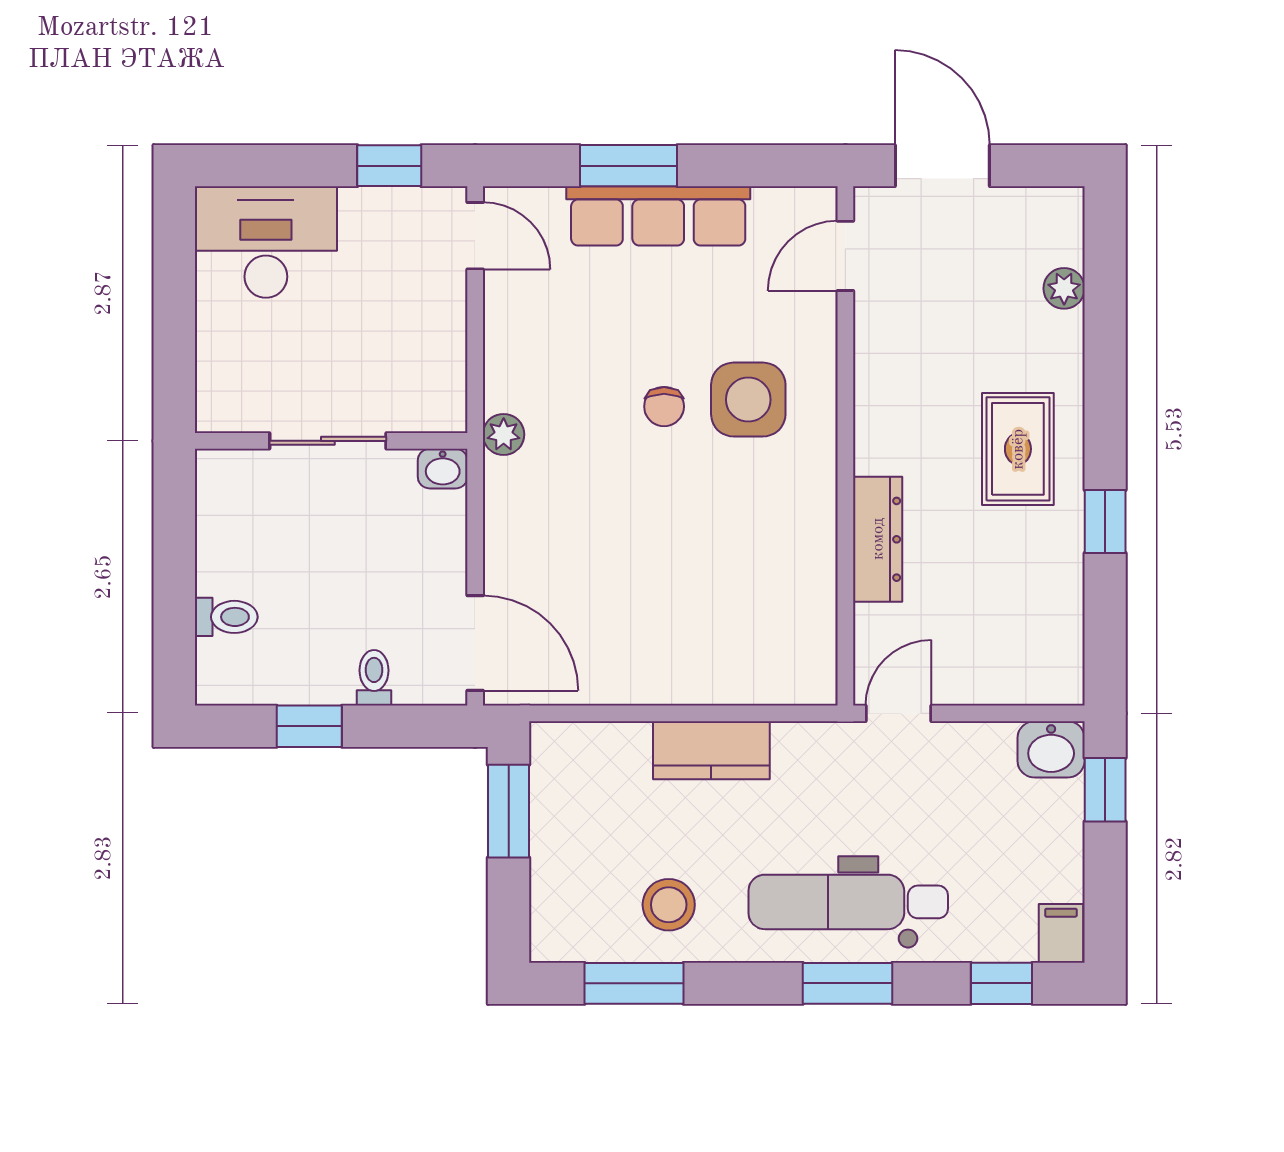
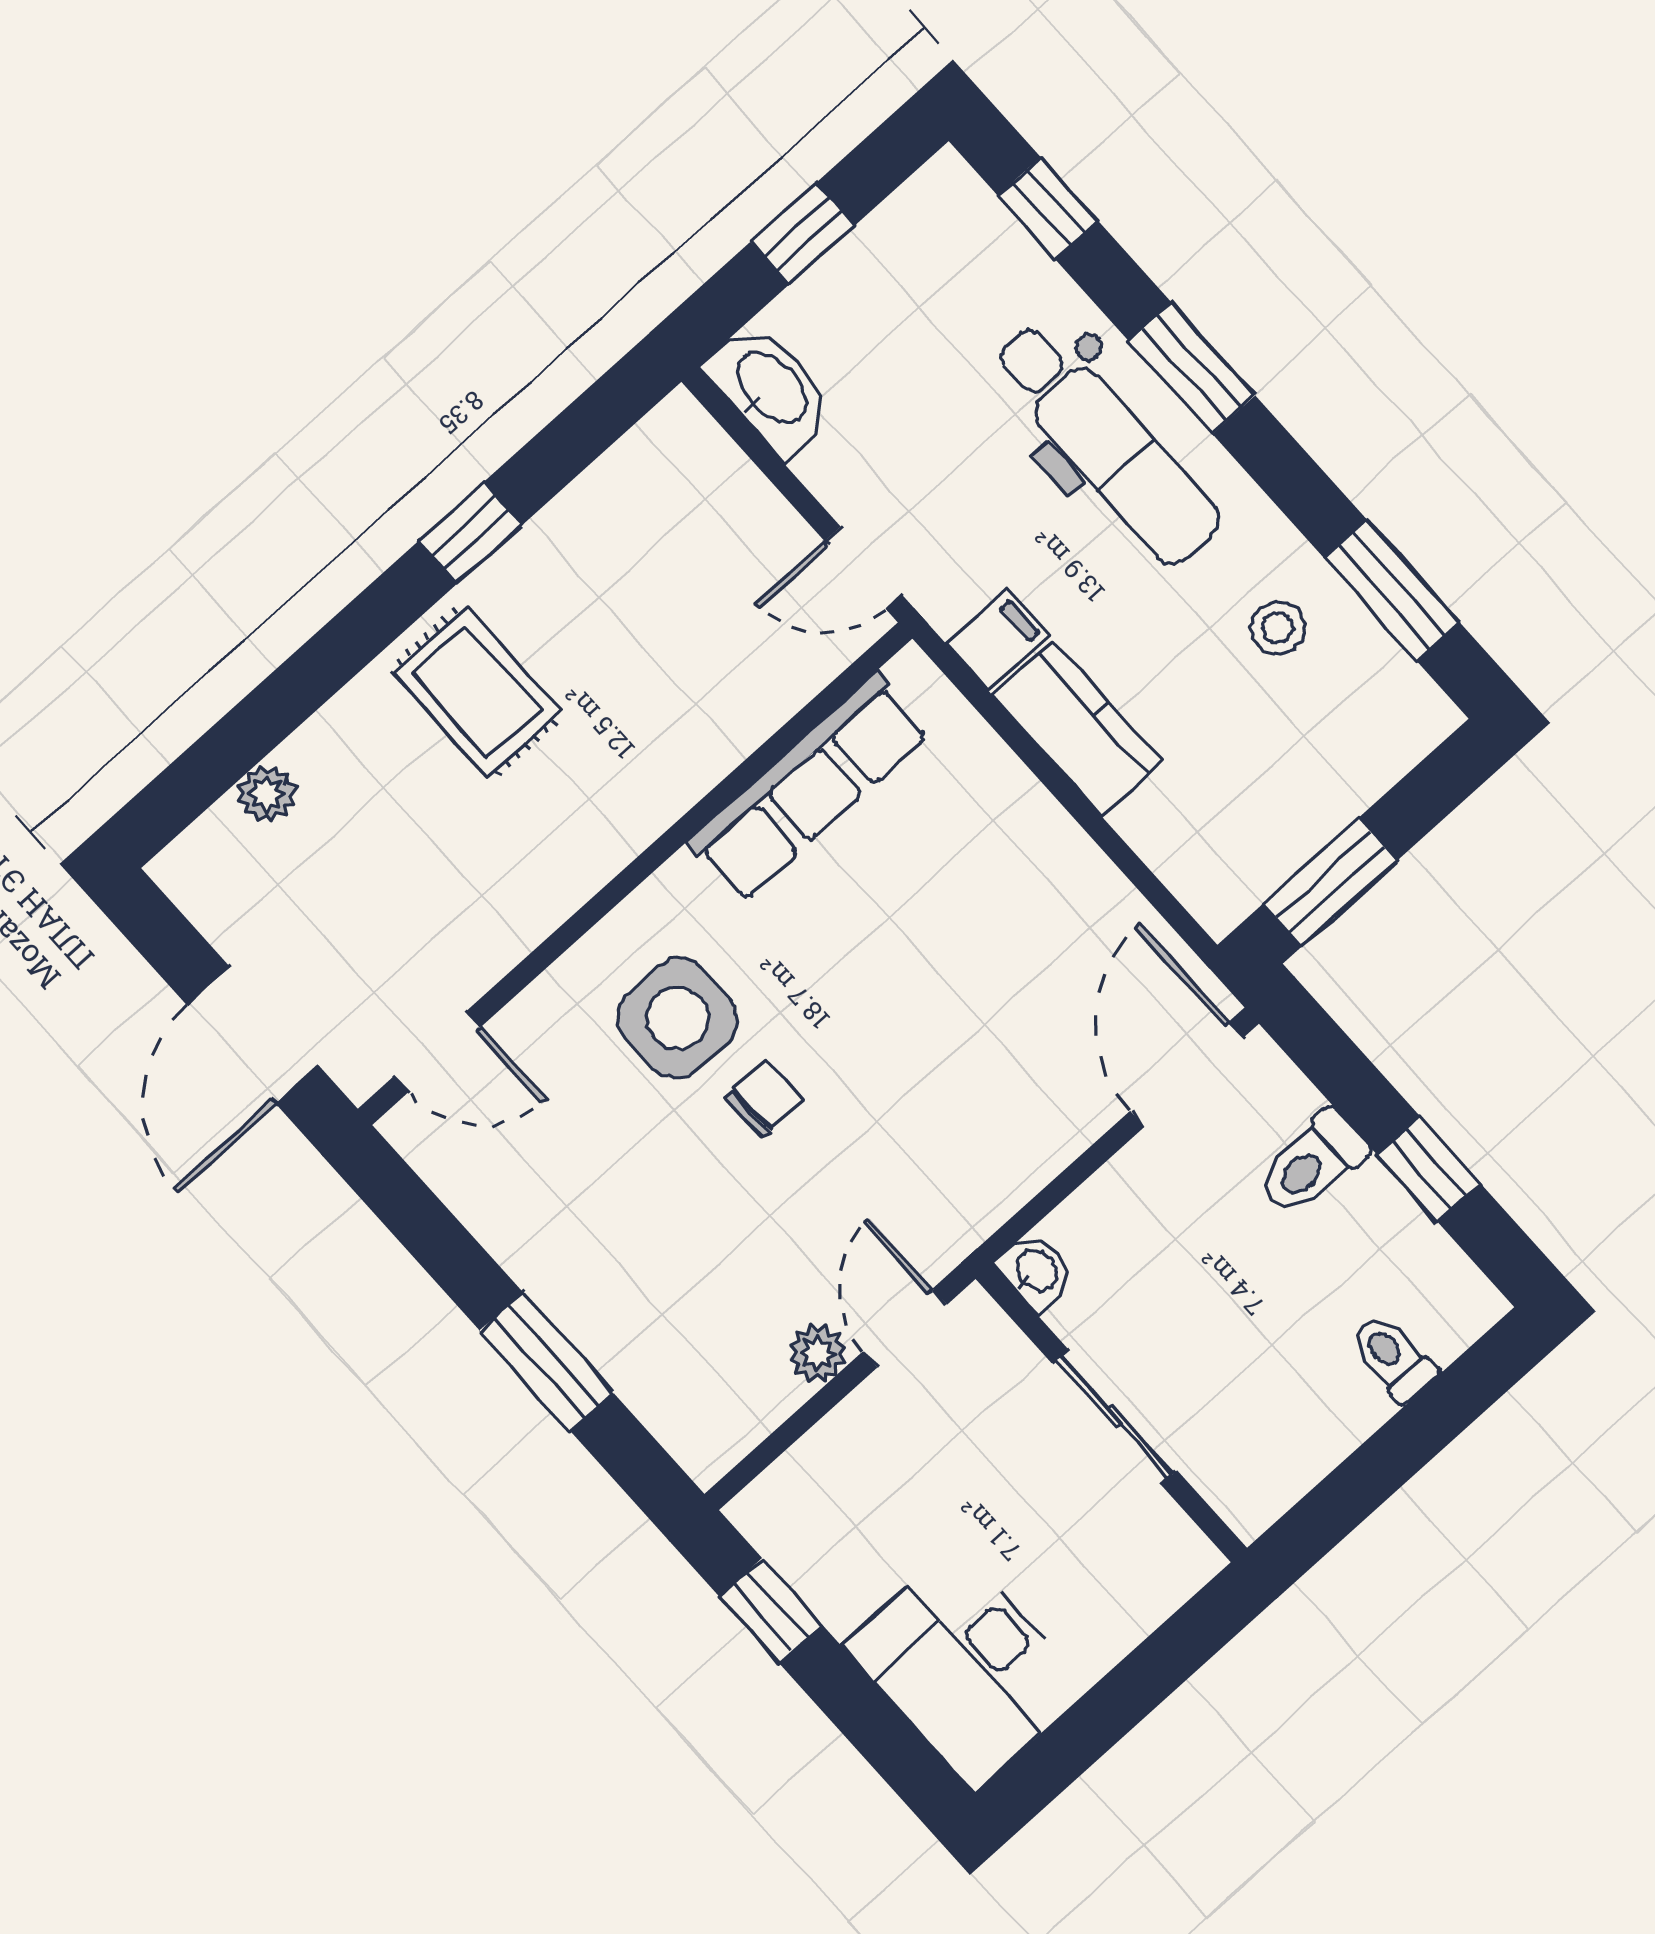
row of seats: (658, 216) -> (809, 788), moved, turned 90
door: (475, 236) -> (905, 1328), moved
plant: (504, 434) -> (817, 1353), moved
rug: (1018, 449) -> (476, 691), turned 90
dresser: (878, 539) -> (702, 753), removed
toilet: (374, 678) -> (1312, 1164), width x1.37, depth x1.39
washbasin: (1051, 749) -> (770, 389), width x1.38
window: (1105, 790) -> (803, 234), moved
stool: (669, 905) -> (1278, 628), width x0.73, depth x0.73
filing cabinet: (1061, 933) -> (998, 640), moved, turned 180

